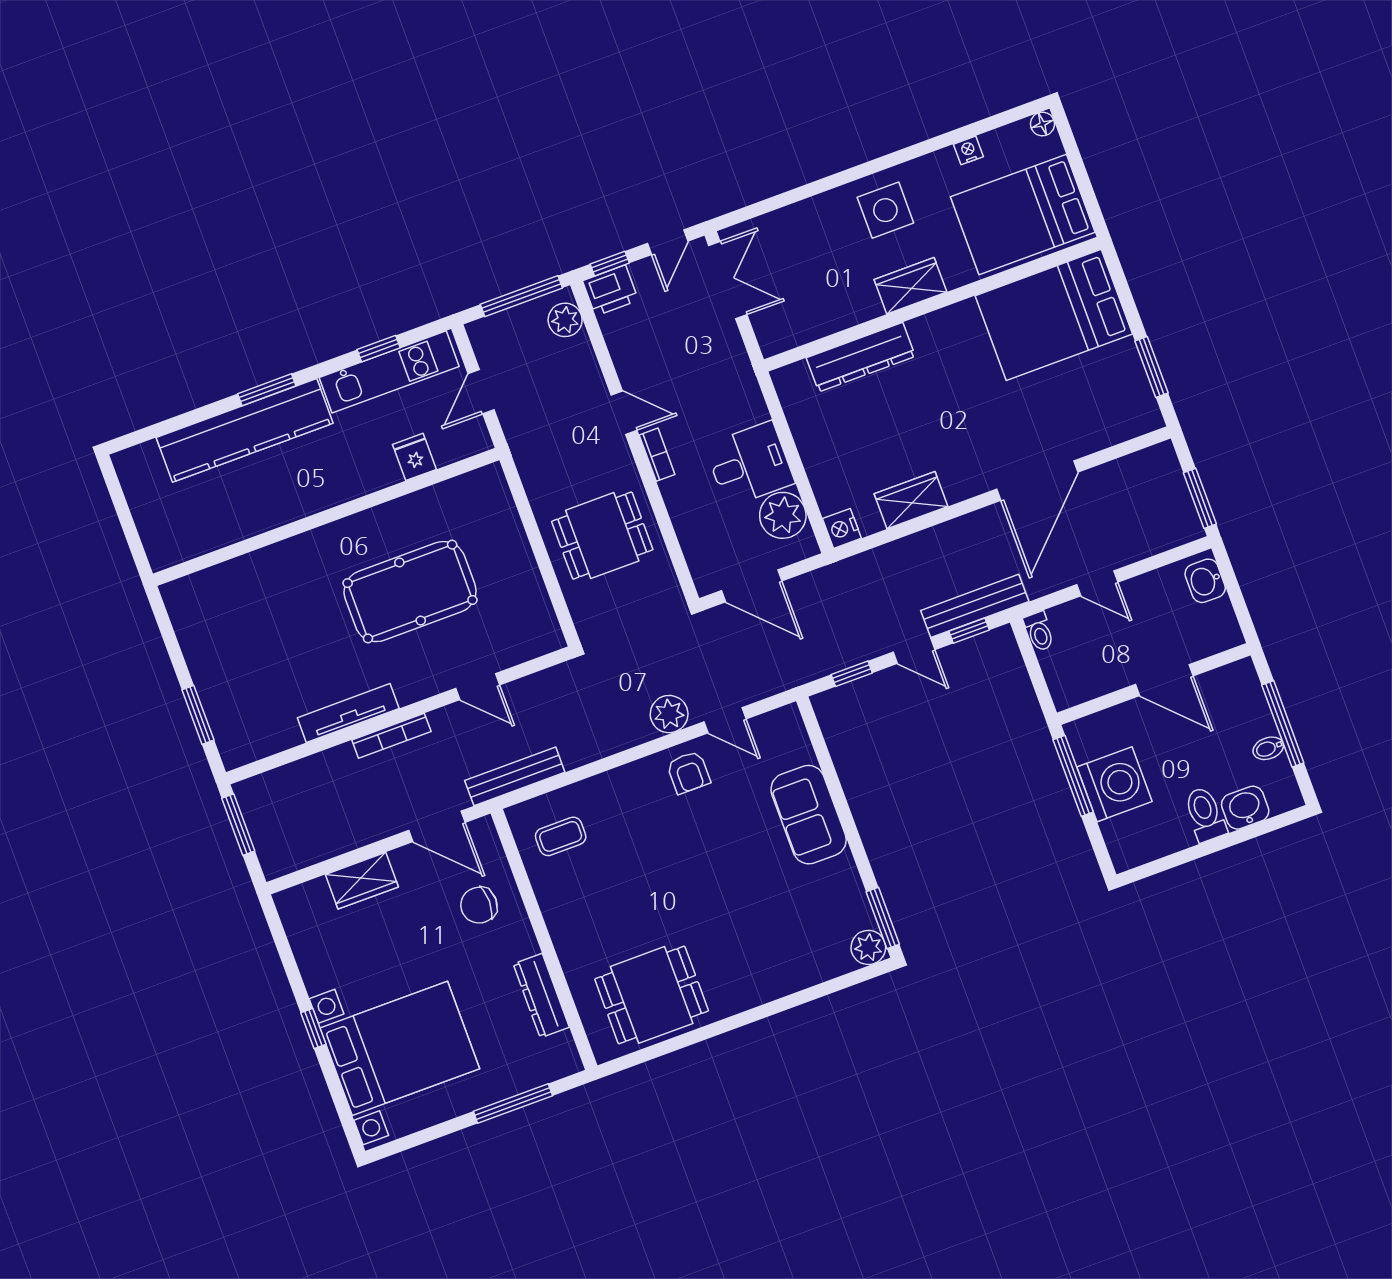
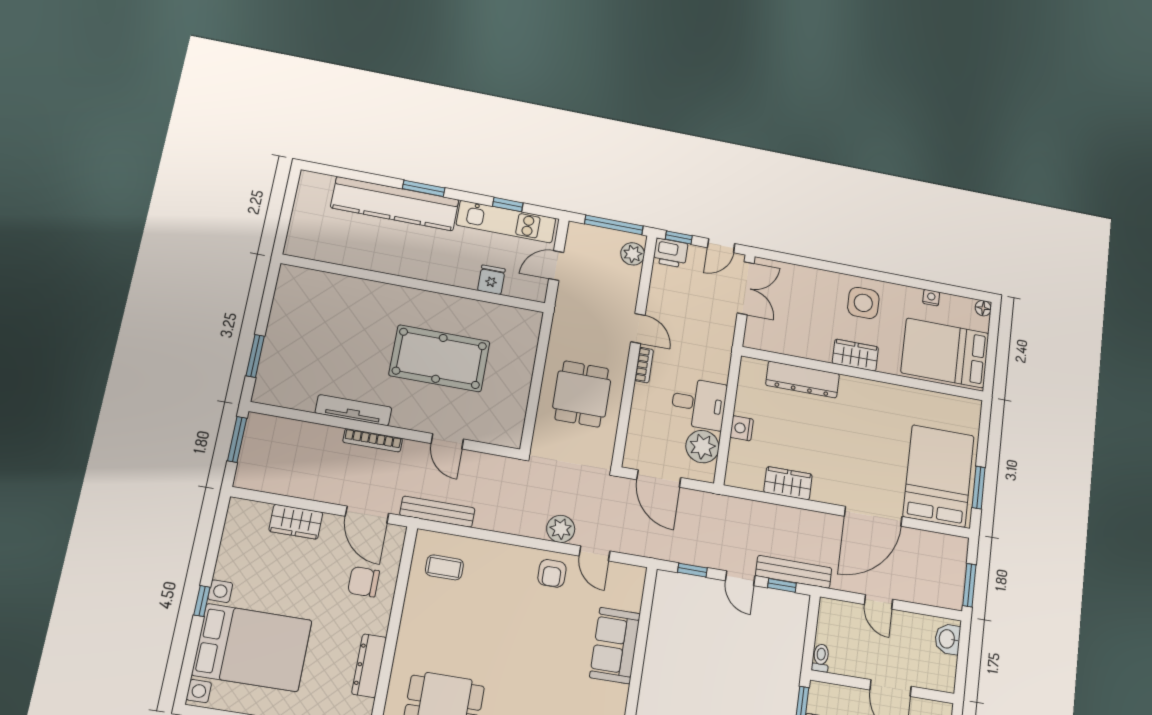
bed: (1054, 315) -> (939, 476), moved, turned 90
nightstand: (842, 528) -> (742, 428), moved
dining table: (602, 536) -> (582, 394), turned 90
toilet: (1039, 631) -> (821, 658), moved, turned 180

